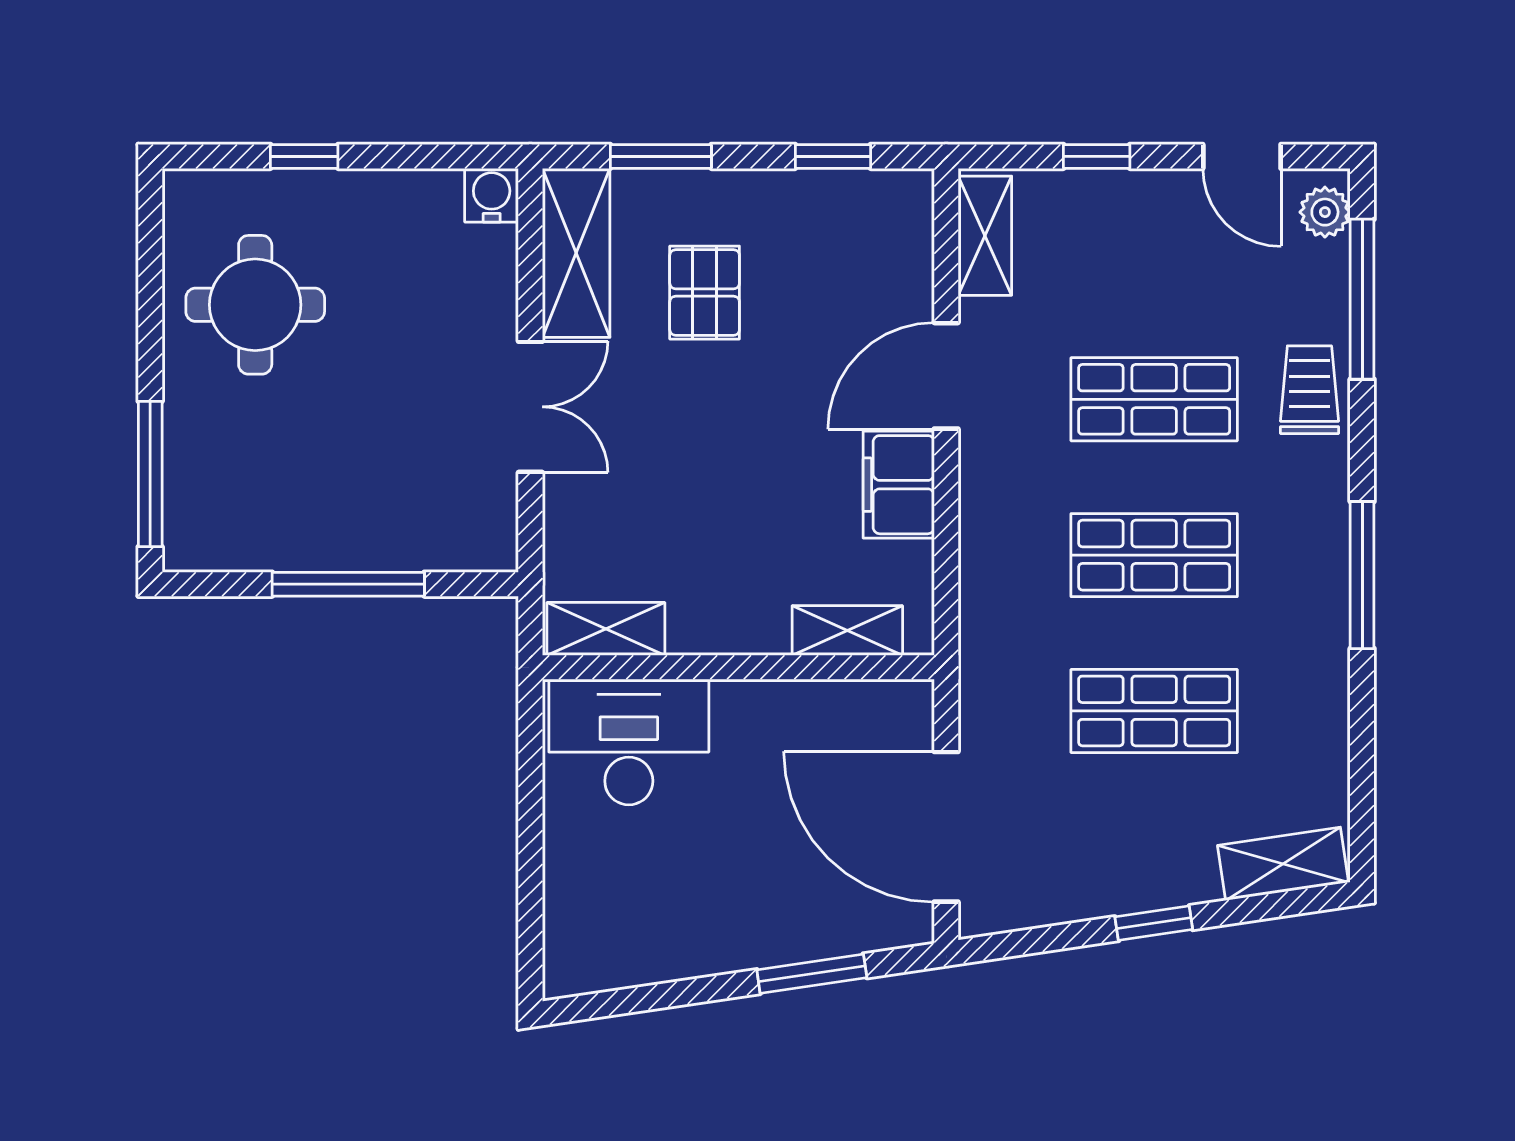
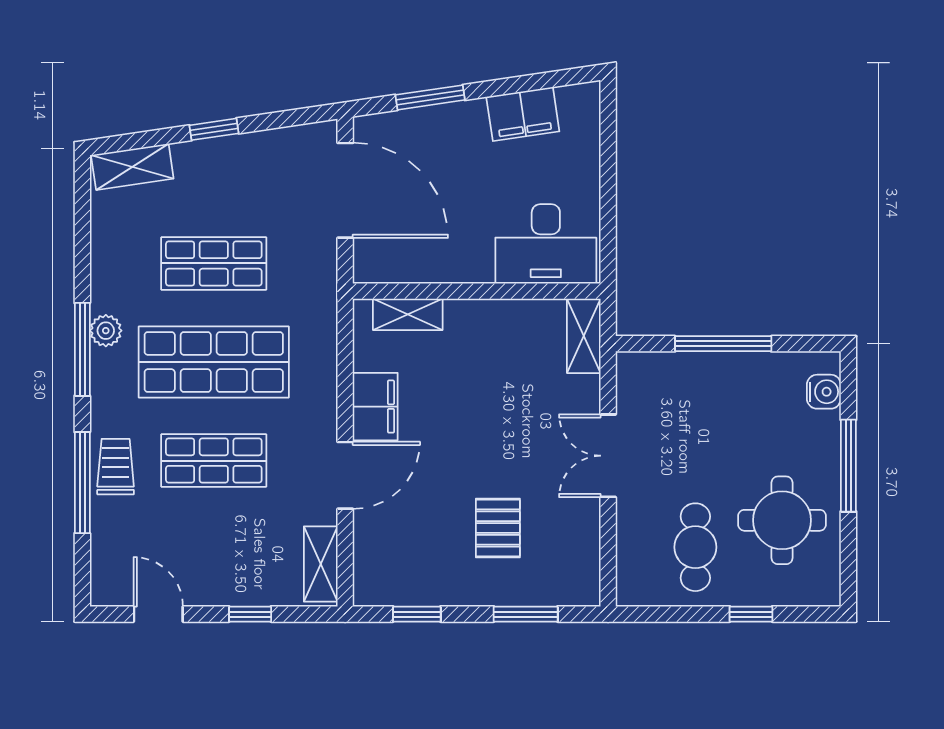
water cooler: (492, 195) -> (824, 392), moved, turned -90
plant: (1325, 212) -> (106, 331), moved
shelving: (576, 253) -> (579, 553), removed
cafe table: (392, 262) -> (695, 547), added
window: (1362, 299) -> (82, 483), moved
trolley: (1309, 390) -> (116, 467), turned 180
window: (150, 474) -> (848, 466), moved
shop shelf: (1154, 555) -> (214, 362), width x1.43, depth x1.36
shelving: (606, 629) -> (584, 336), moved, turned 90
filing cabinet: (665, 947) -> (523, 114), added

